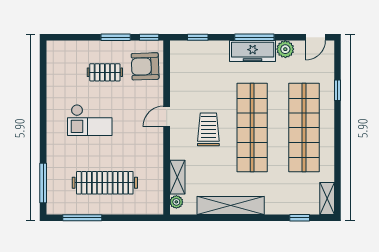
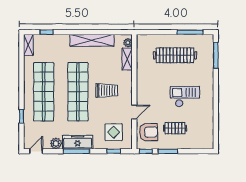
display table: (198, 66) -> (114, 132), added
door: (167, 116) -> (134, 112), moved
trolley: (208, 129) -> (107, 90), turned -90

